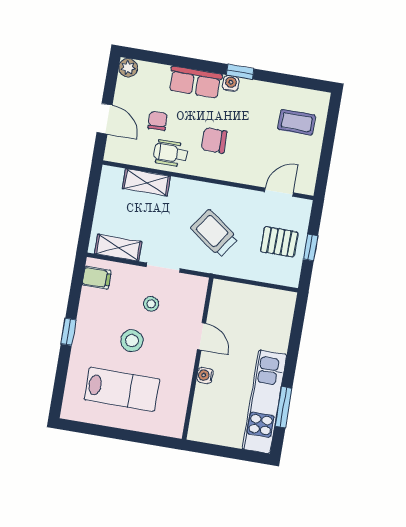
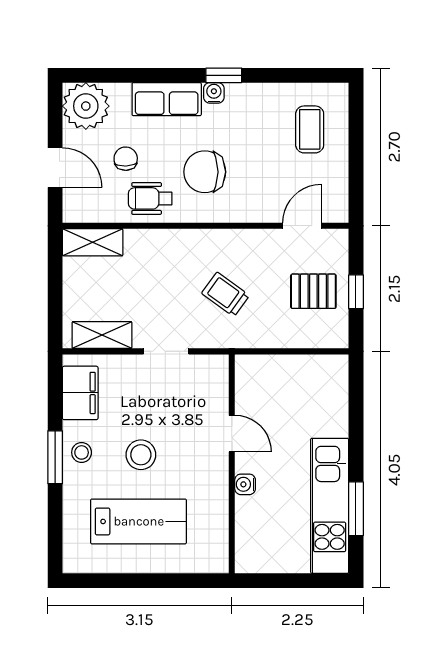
plant: (128, 68) -> (86, 106), width x1.88, depth x1.88
coffee table: (297, 122) -> (310, 129), turned 90
chair: (214, 140) -> (205, 172), width x1.37, depth x1.37
shelving: (146, 182) -> (93, 242), moved
trolley: (214, 233) -> (226, 294), width x0.73, depth x0.72
filing cabinet: (97, 278) -> (80, 393), width x2.00
stool: (151, 304) -> (82, 452), moved
window: (68, 332) -> (55, 457), width x1.50

